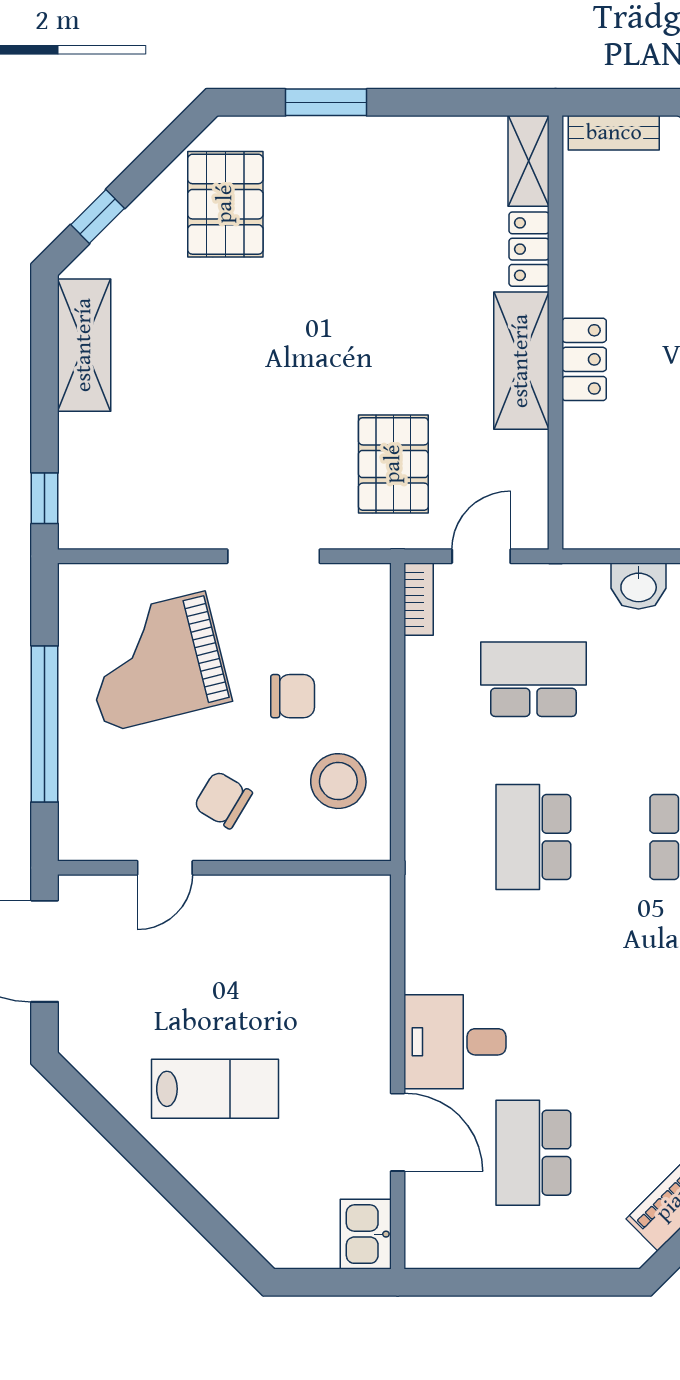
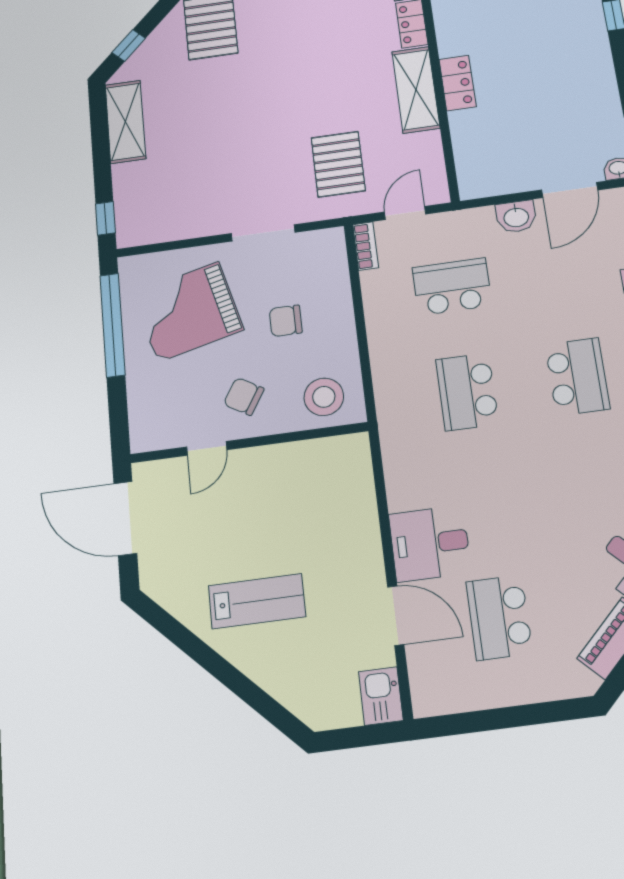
chair: (293, 696) -> (286, 321), turned 180
window: (45, 724) -> (112, 325), moved
stool: (338, 781) -> (324, 397), moved

